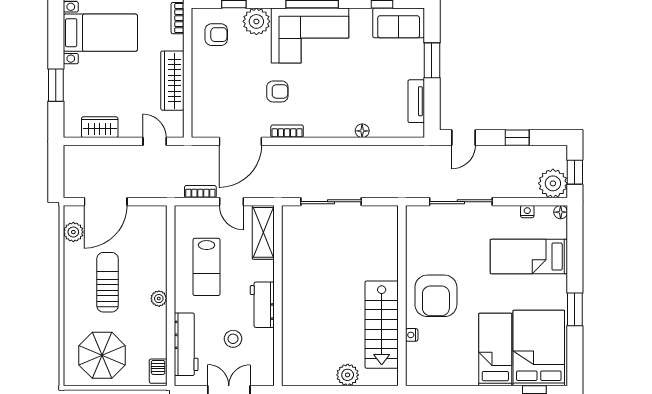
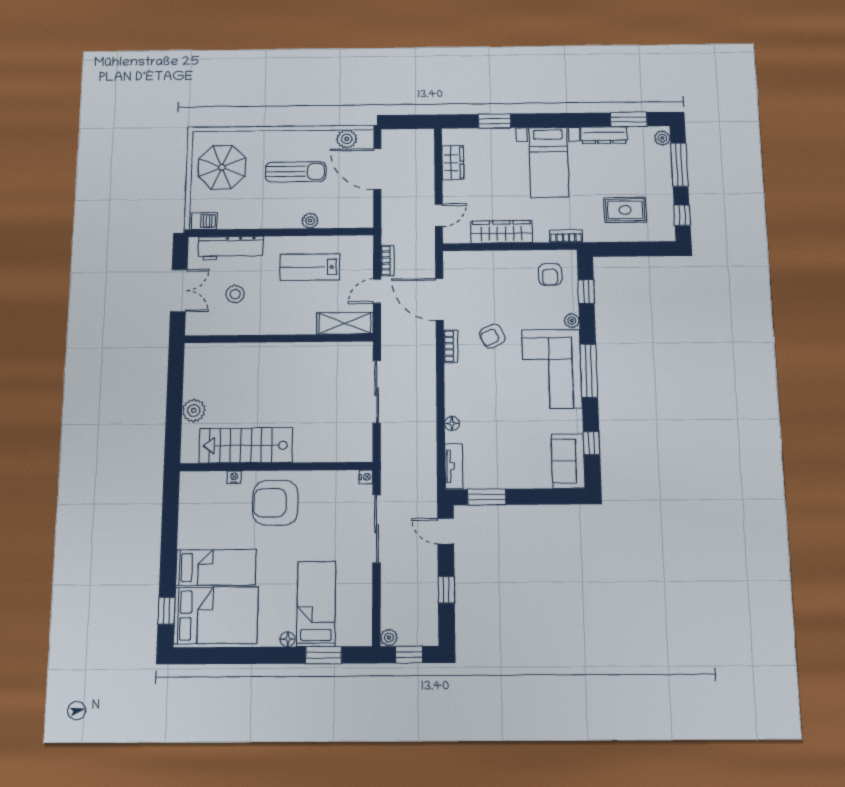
plant: (256, 21) -> (572, 321), width x0.53, depth x0.53
window: (432, 60) -> (487, 497), moved
armchair: (277, 91) -> (492, 336), turned 64
tv unit: (416, 101) -> (454, 466), moved, turned 90
plant: (553, 183) -> (389, 638), width x0.53, depth x0.53
nightstand: (527, 212) -> (366, 477), moved
floor lamp: (561, 212) -> (288, 639), moved
plant: (159, 299) -> (310, 221), moved
workbench: (262, 305) -> (270, 323), removed
window: (575, 309) -> (324, 655), moved

